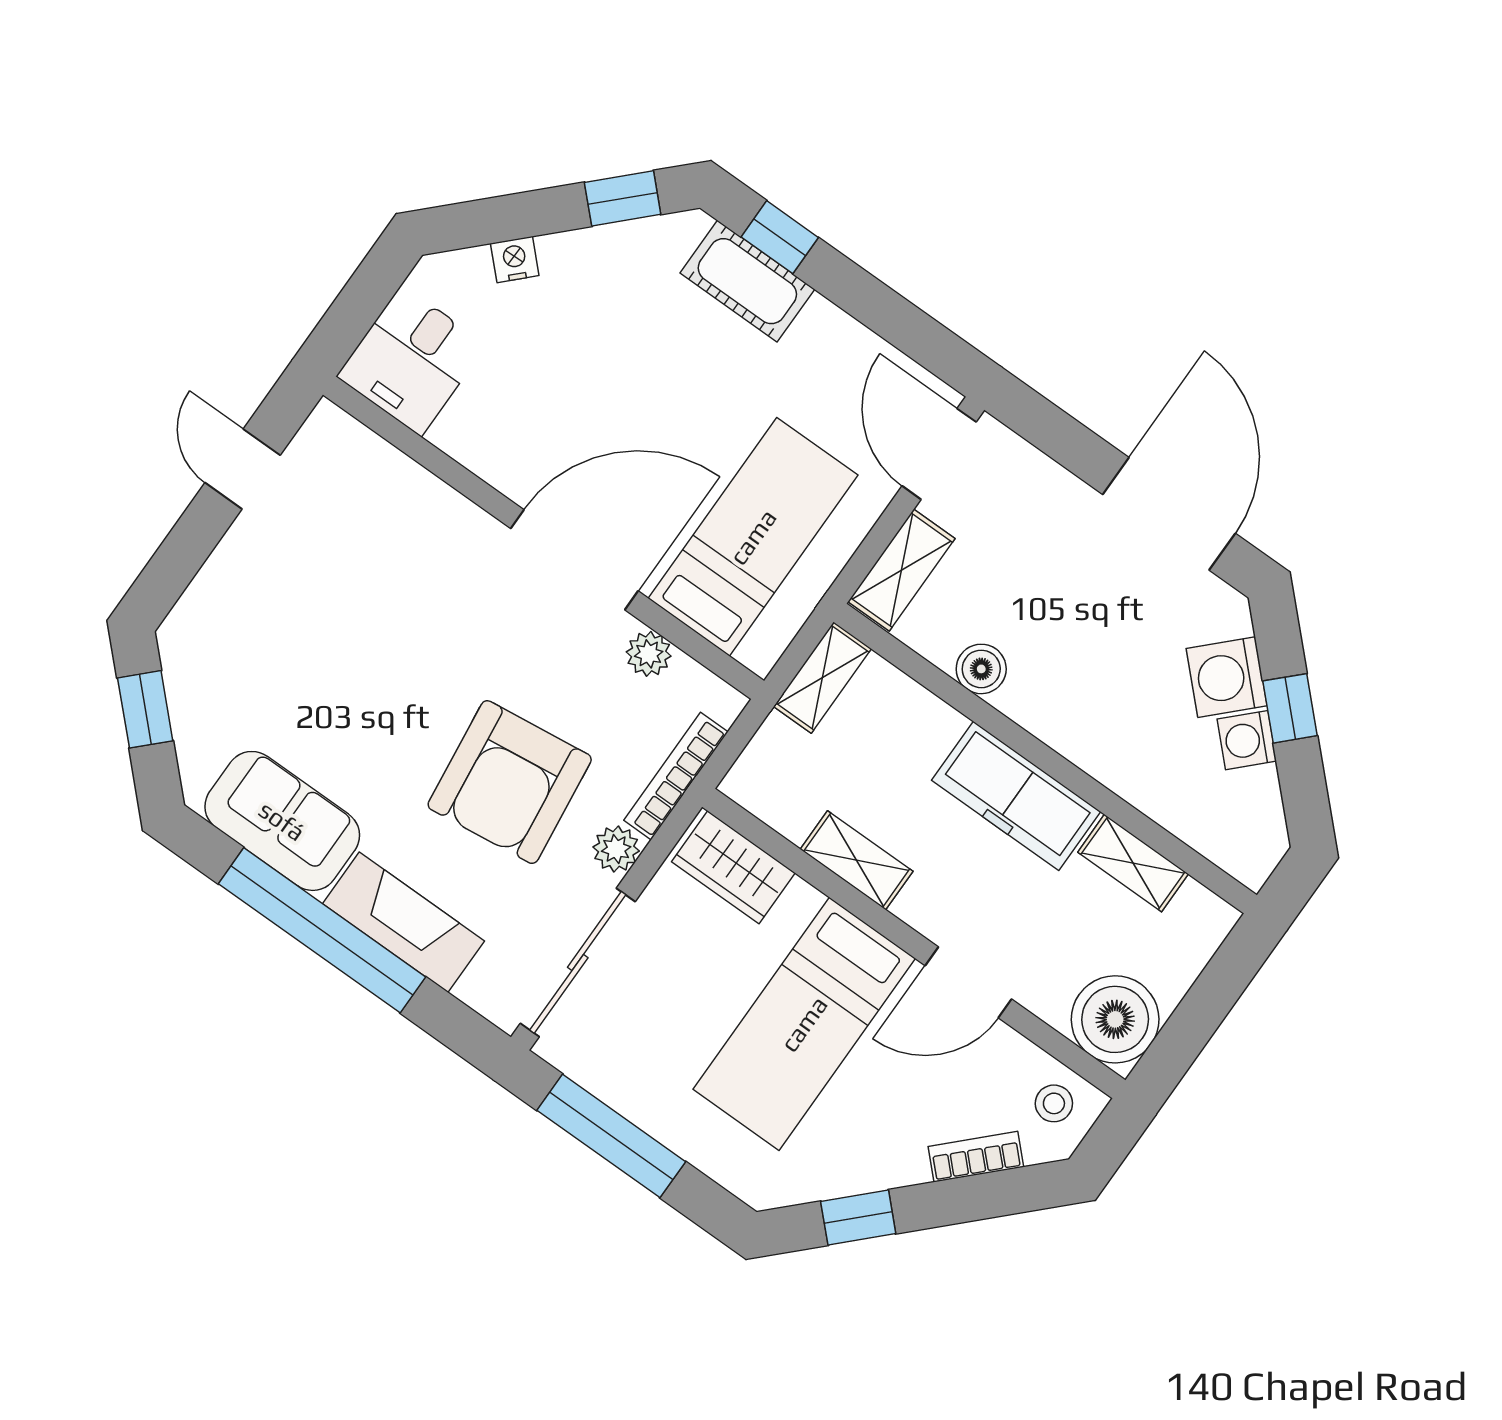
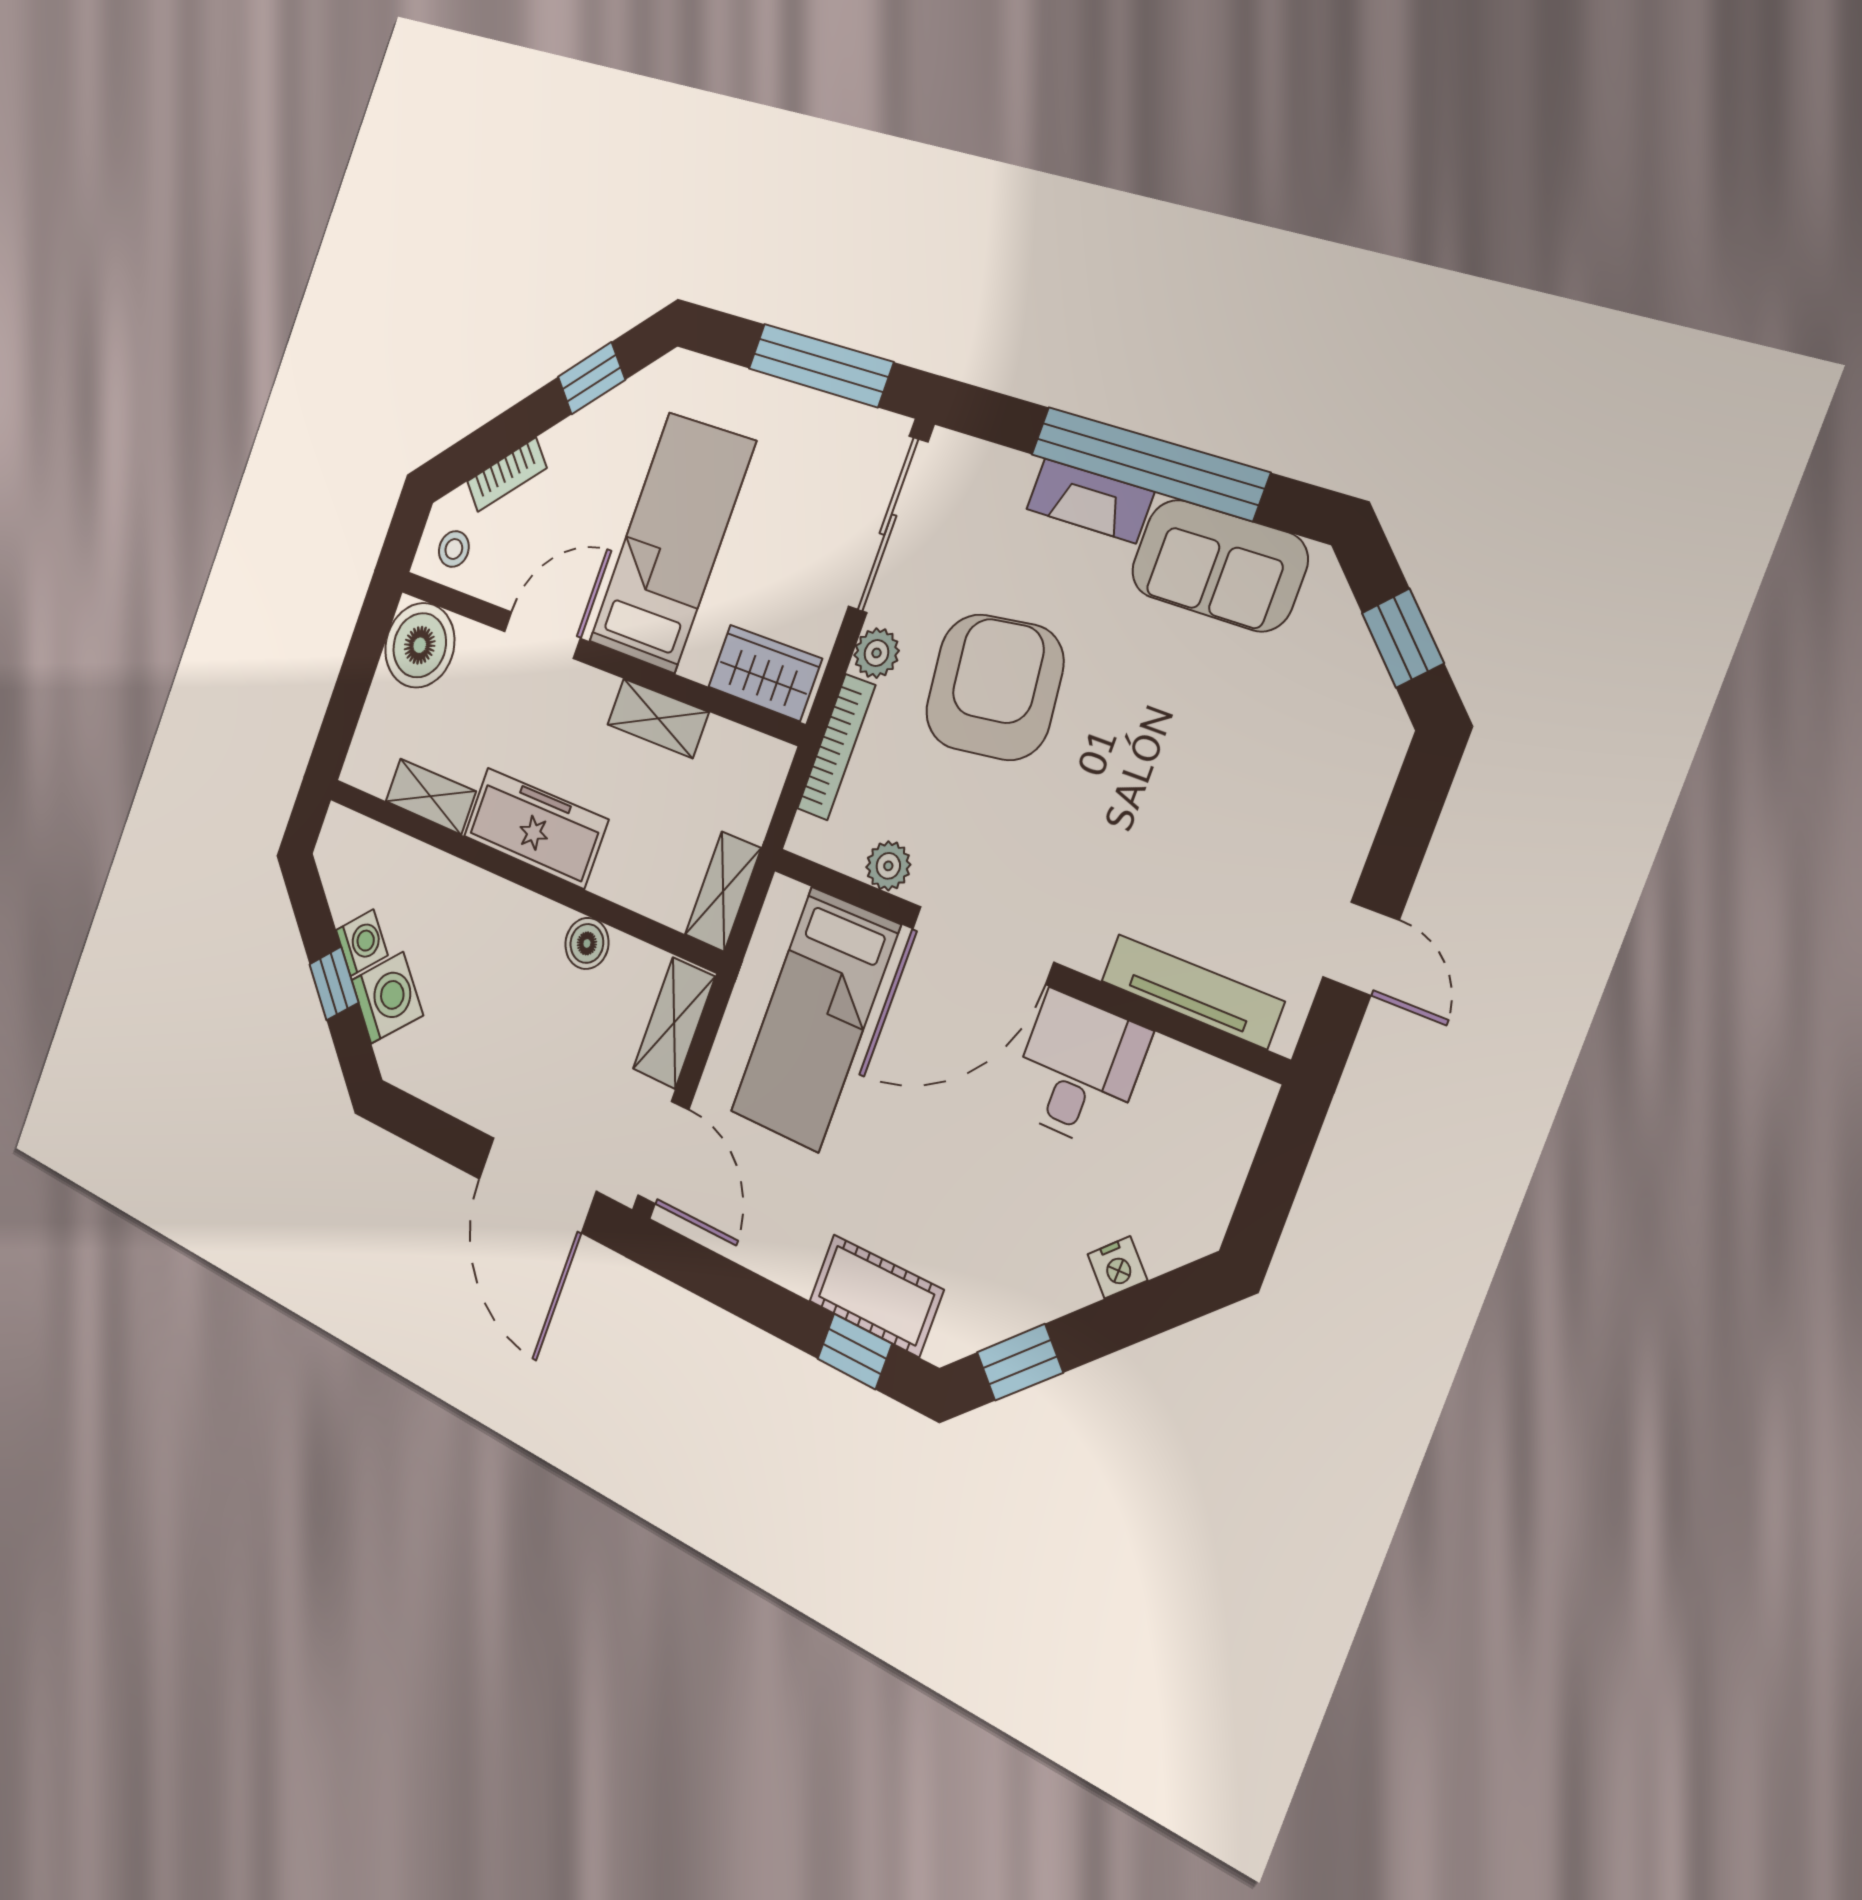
desk: (411, 361) -> (1078, 1070), moved
tv unit: (394, 471) -> (1192, 991), added
door: (1169, 514) -> (537, 1185), moved
fireplace: (404, 922) -> (1090, 501), width x0.73, depth x0.76

